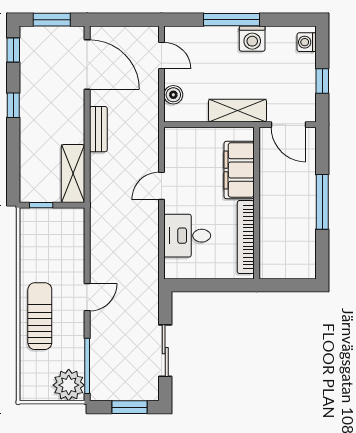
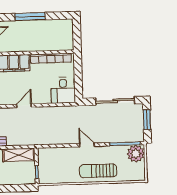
door: (162, 186) -> (24, 106), swing flipped
desk: (187, 236) -> (63, 90), moved
sliding door: (165, 351) -> (115, 101), width x1.37

